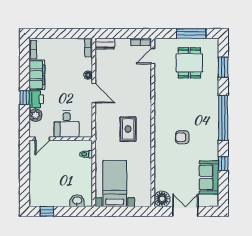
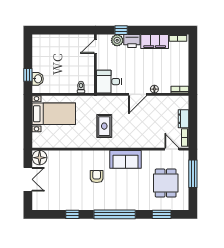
window: (191, 34) -> (193, 174), moved
dresser: (105, 44) -> (183, 119), moved
dining table: (189, 63) -> (166, 183), turned 90
window: (24, 98) -> (121, 30), moved
desk: (67, 124) -> (109, 82), moved
rug: (128, 129) -> (104, 126), turned 90
door: (42, 139) -> (95, 47), hinge flipped
sofa: (209, 177) -> (125, 159), moved, turned 180
window: (47, 211) -> (28, 75), moved

